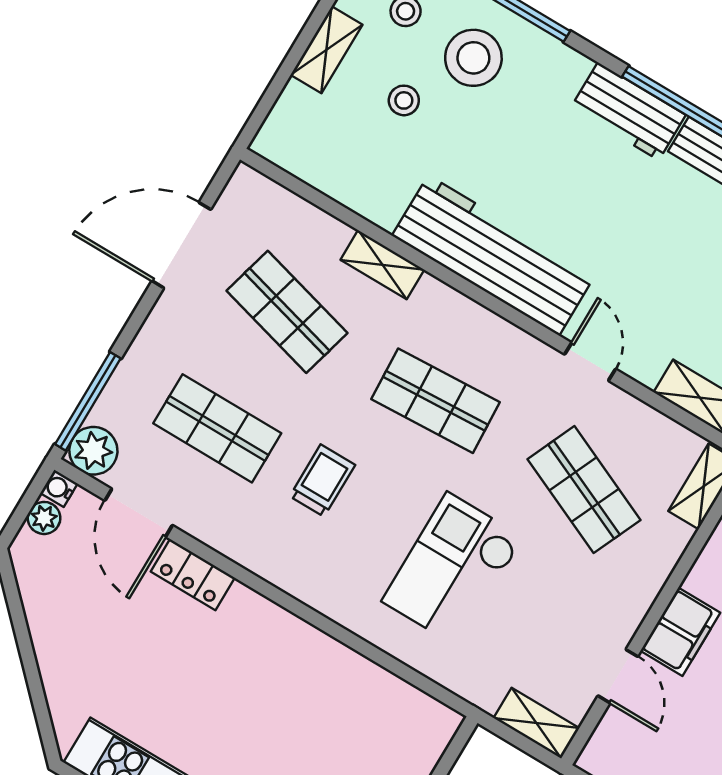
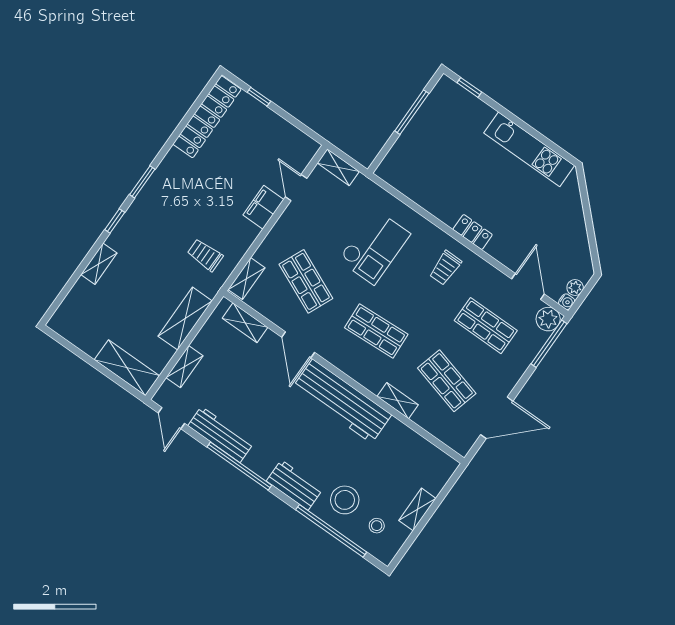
stool: (404, 100) -> (381, 481), removed
workbench: (628, 111) -> (295, 485), moved
door: (590, 362) -> (298, 345), width x1.38
trolley: (322, 481) -> (445, 268), moved
locker: (193, 575) -> (473, 232), moved

